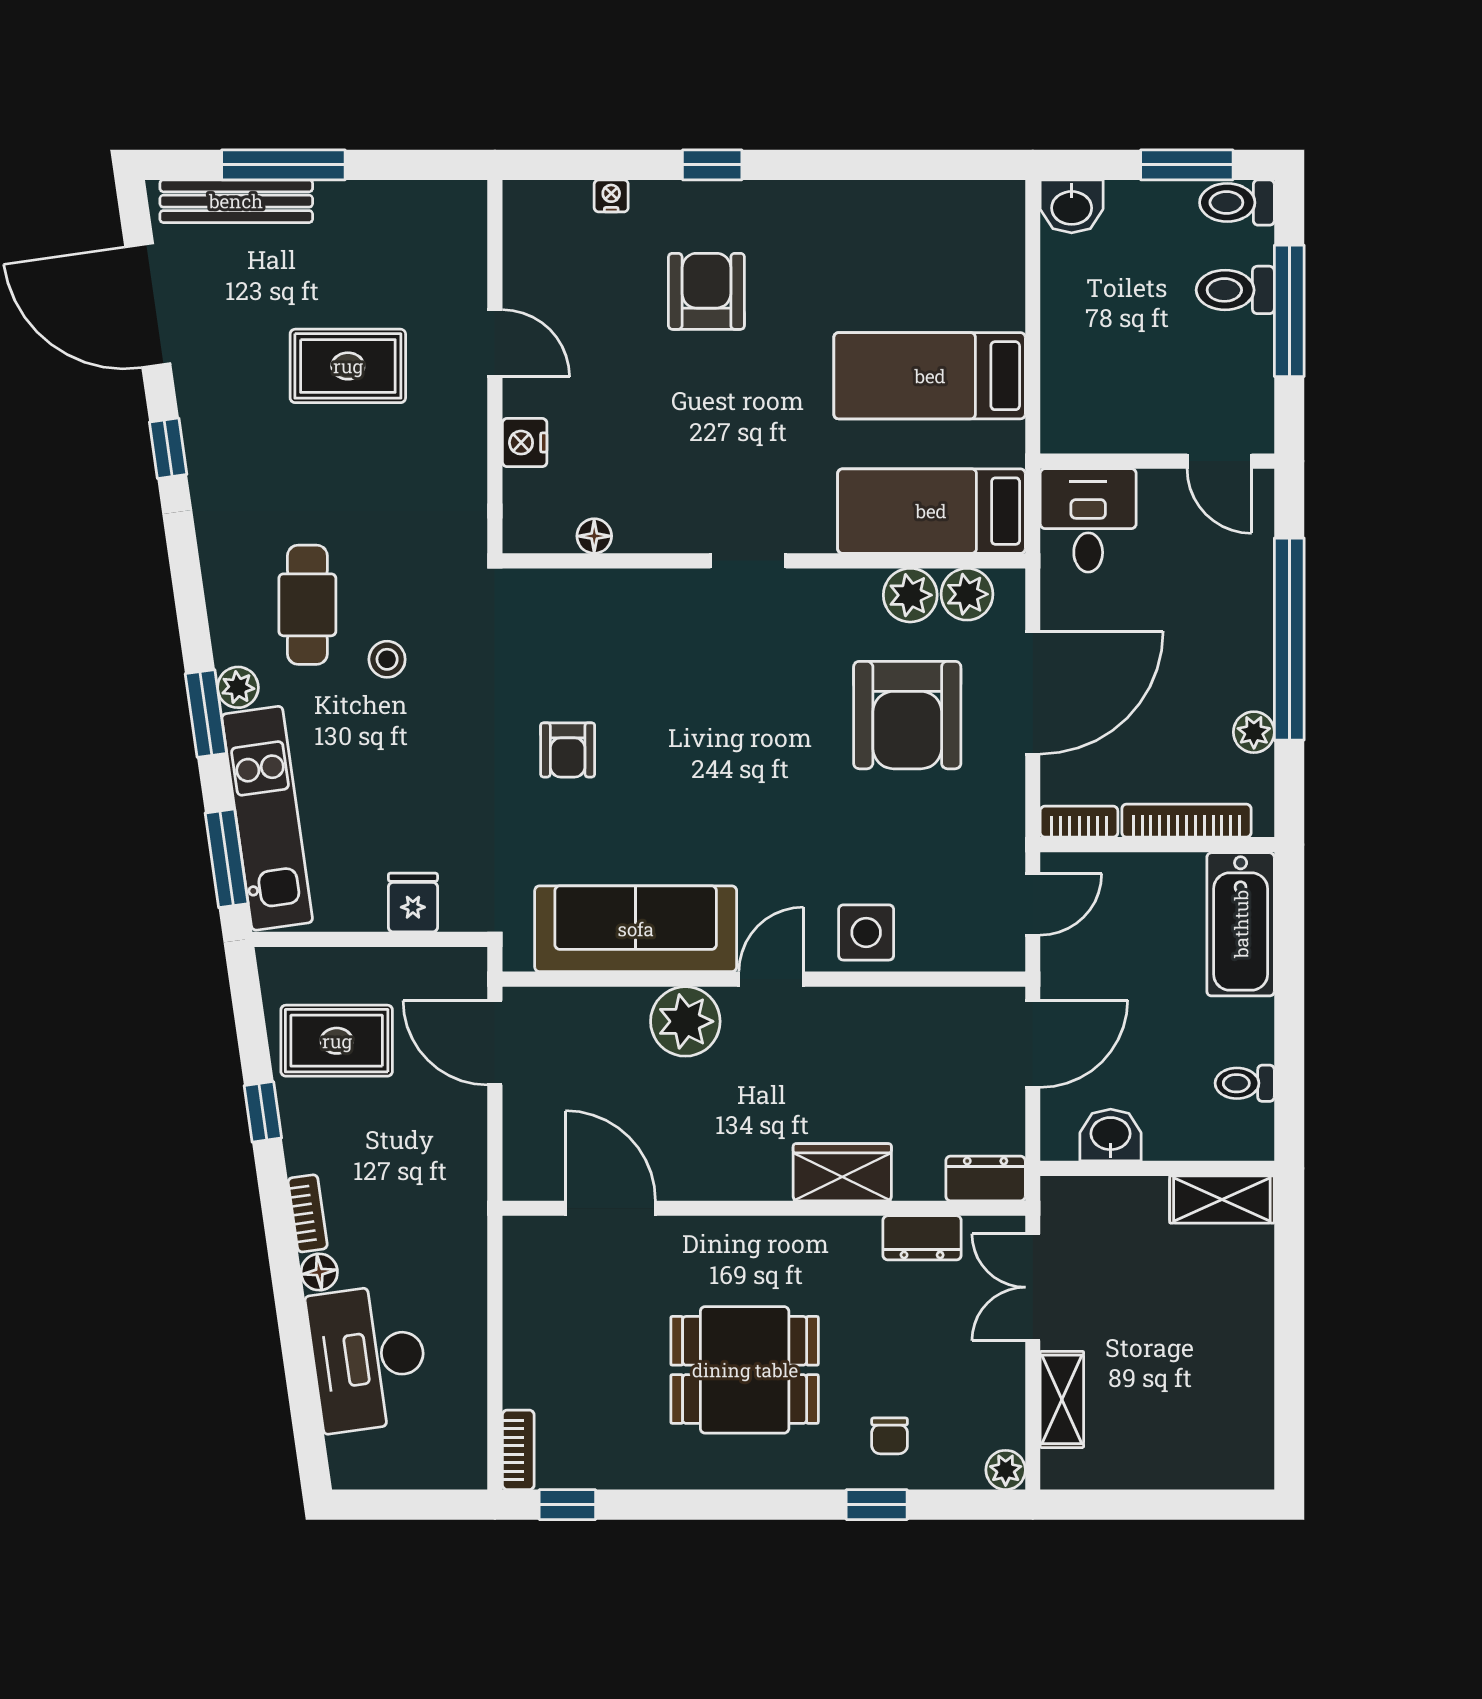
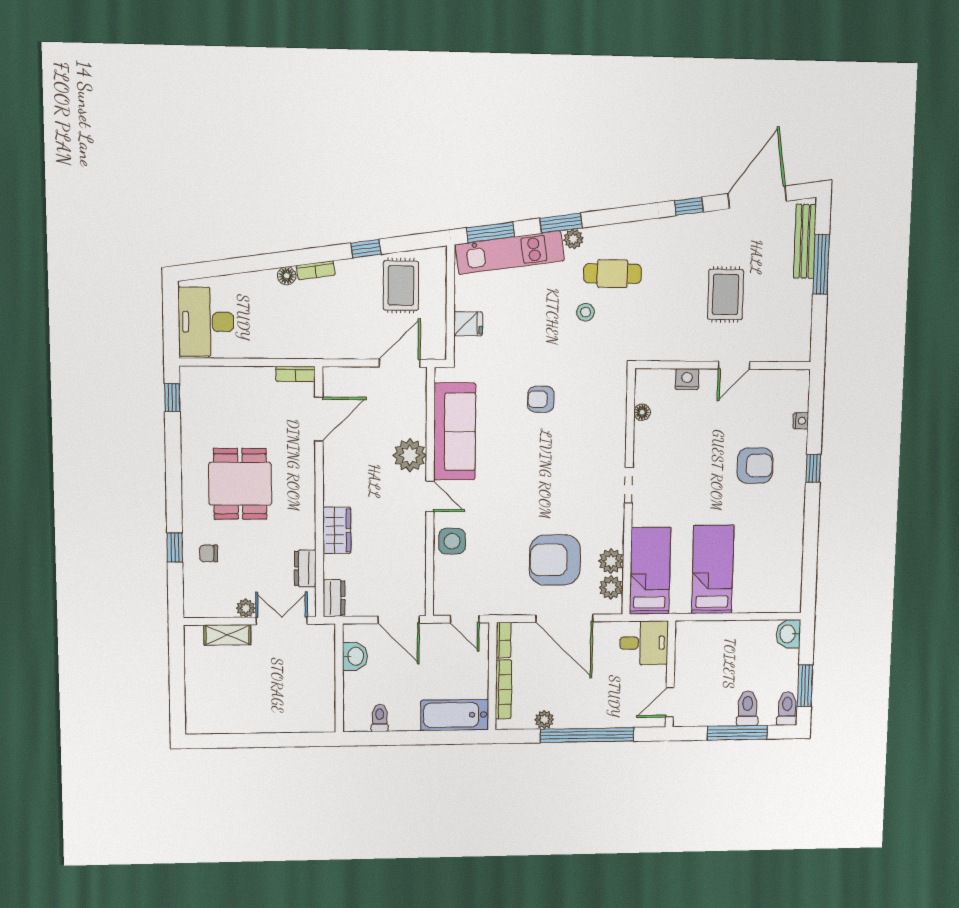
shelving: (1222, 1199) -> (324, 708), removed
desk: (369, 1358) -> (206, 322), moved, turned -82
bookcase: (518, 1450) -> (295, 374), moved
plant: (1006, 1470) -> (246, 608), moved

